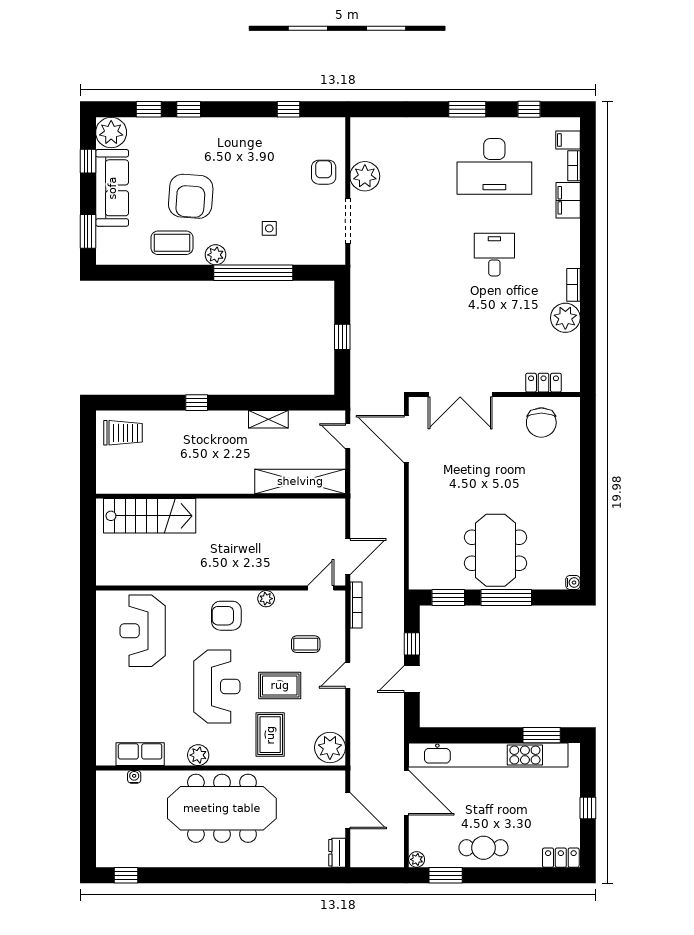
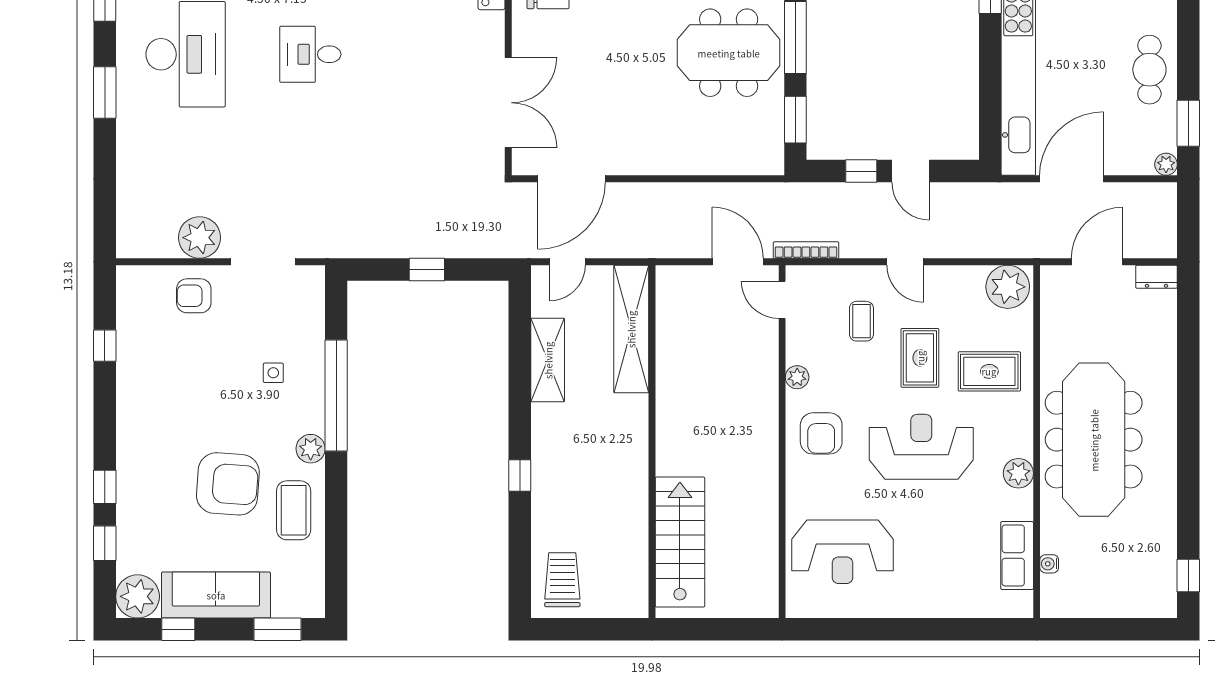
shelving: (268, 419) -> (548, 360), width x1.50, depth x1.33

